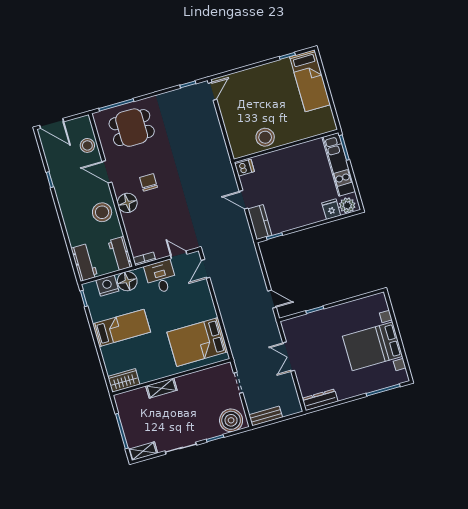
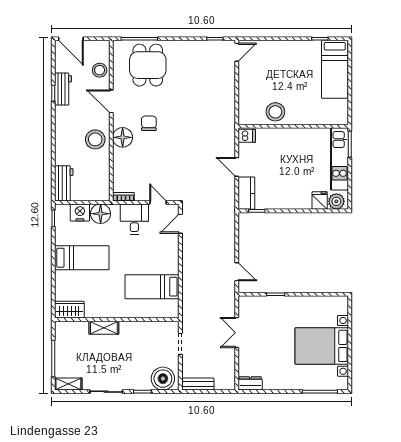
dining table: (132, 128) -> (148, 65), turned 90
workbench: (120, 254) -> (63, 89), moved, turned 180
bed: (197, 342) -> (152, 287), width x0.67
dresser: (320, 400) -> (250, 383), width x0.70

